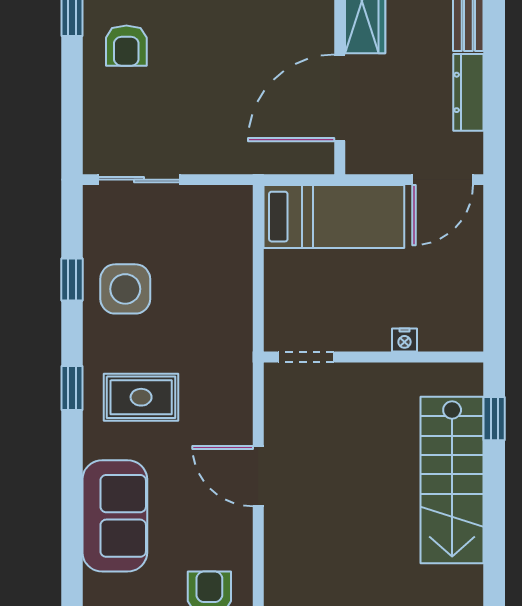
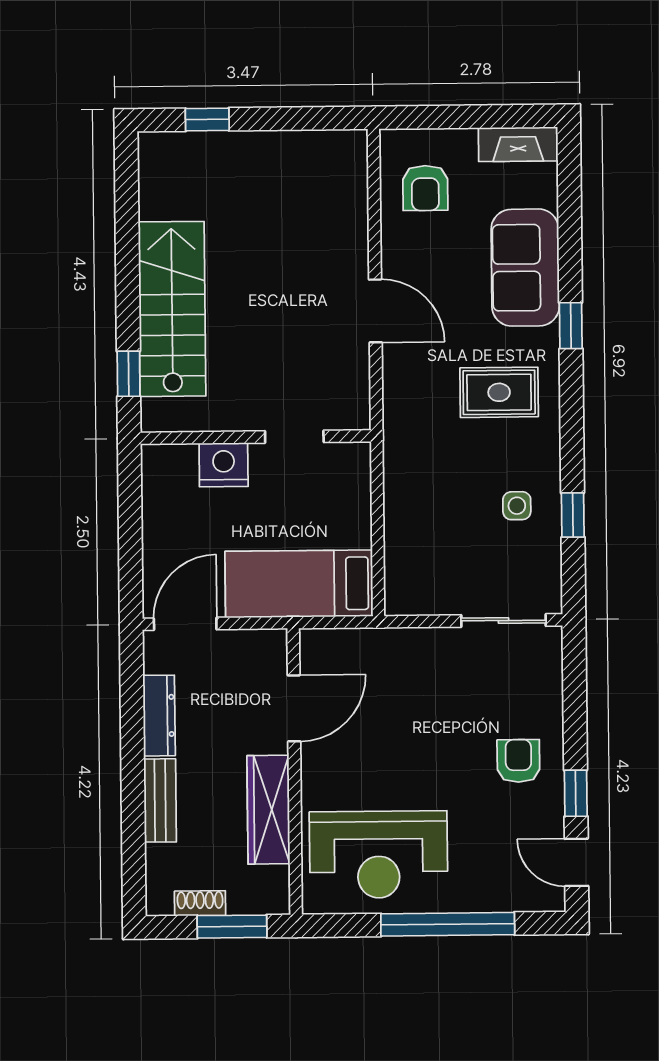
door: (340, 98) -> (294, 708), width x0.73
side table: (125, 289) -> (517, 506), width x0.54, depth x0.54
nightstand: (404, 340) -> (224, 465), width x1.89, depth x1.79
doorway: (306, 357) -> (294, 437), moved
window: (72, 388) -> (571, 326), moved

